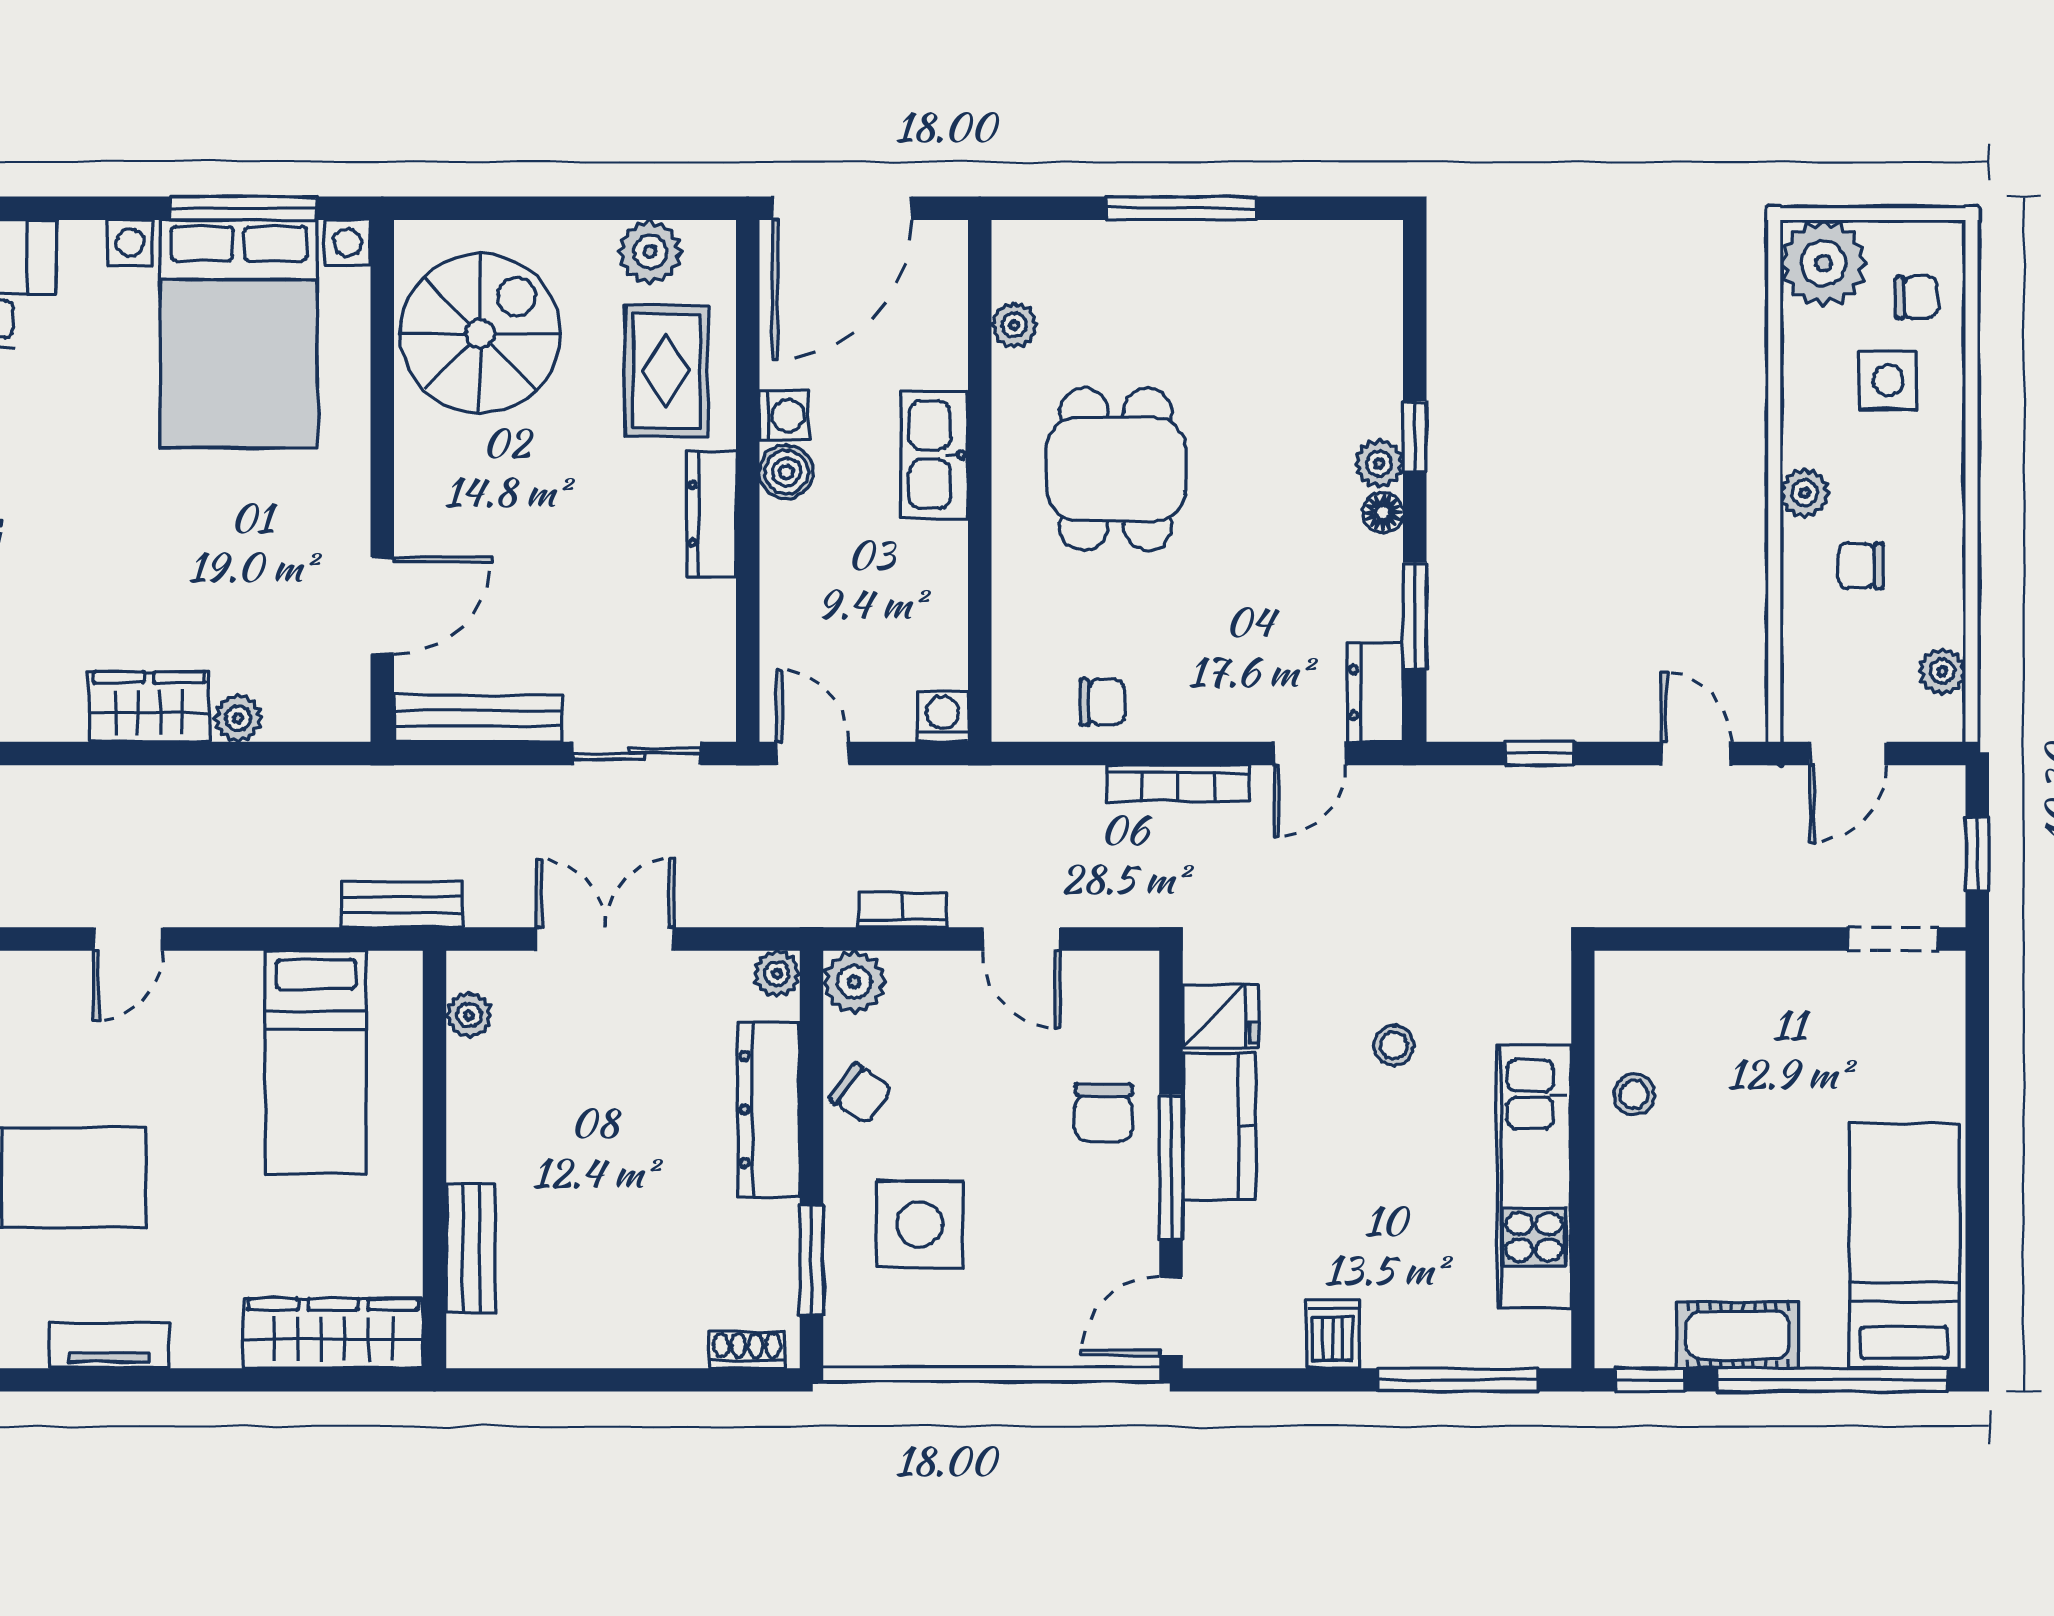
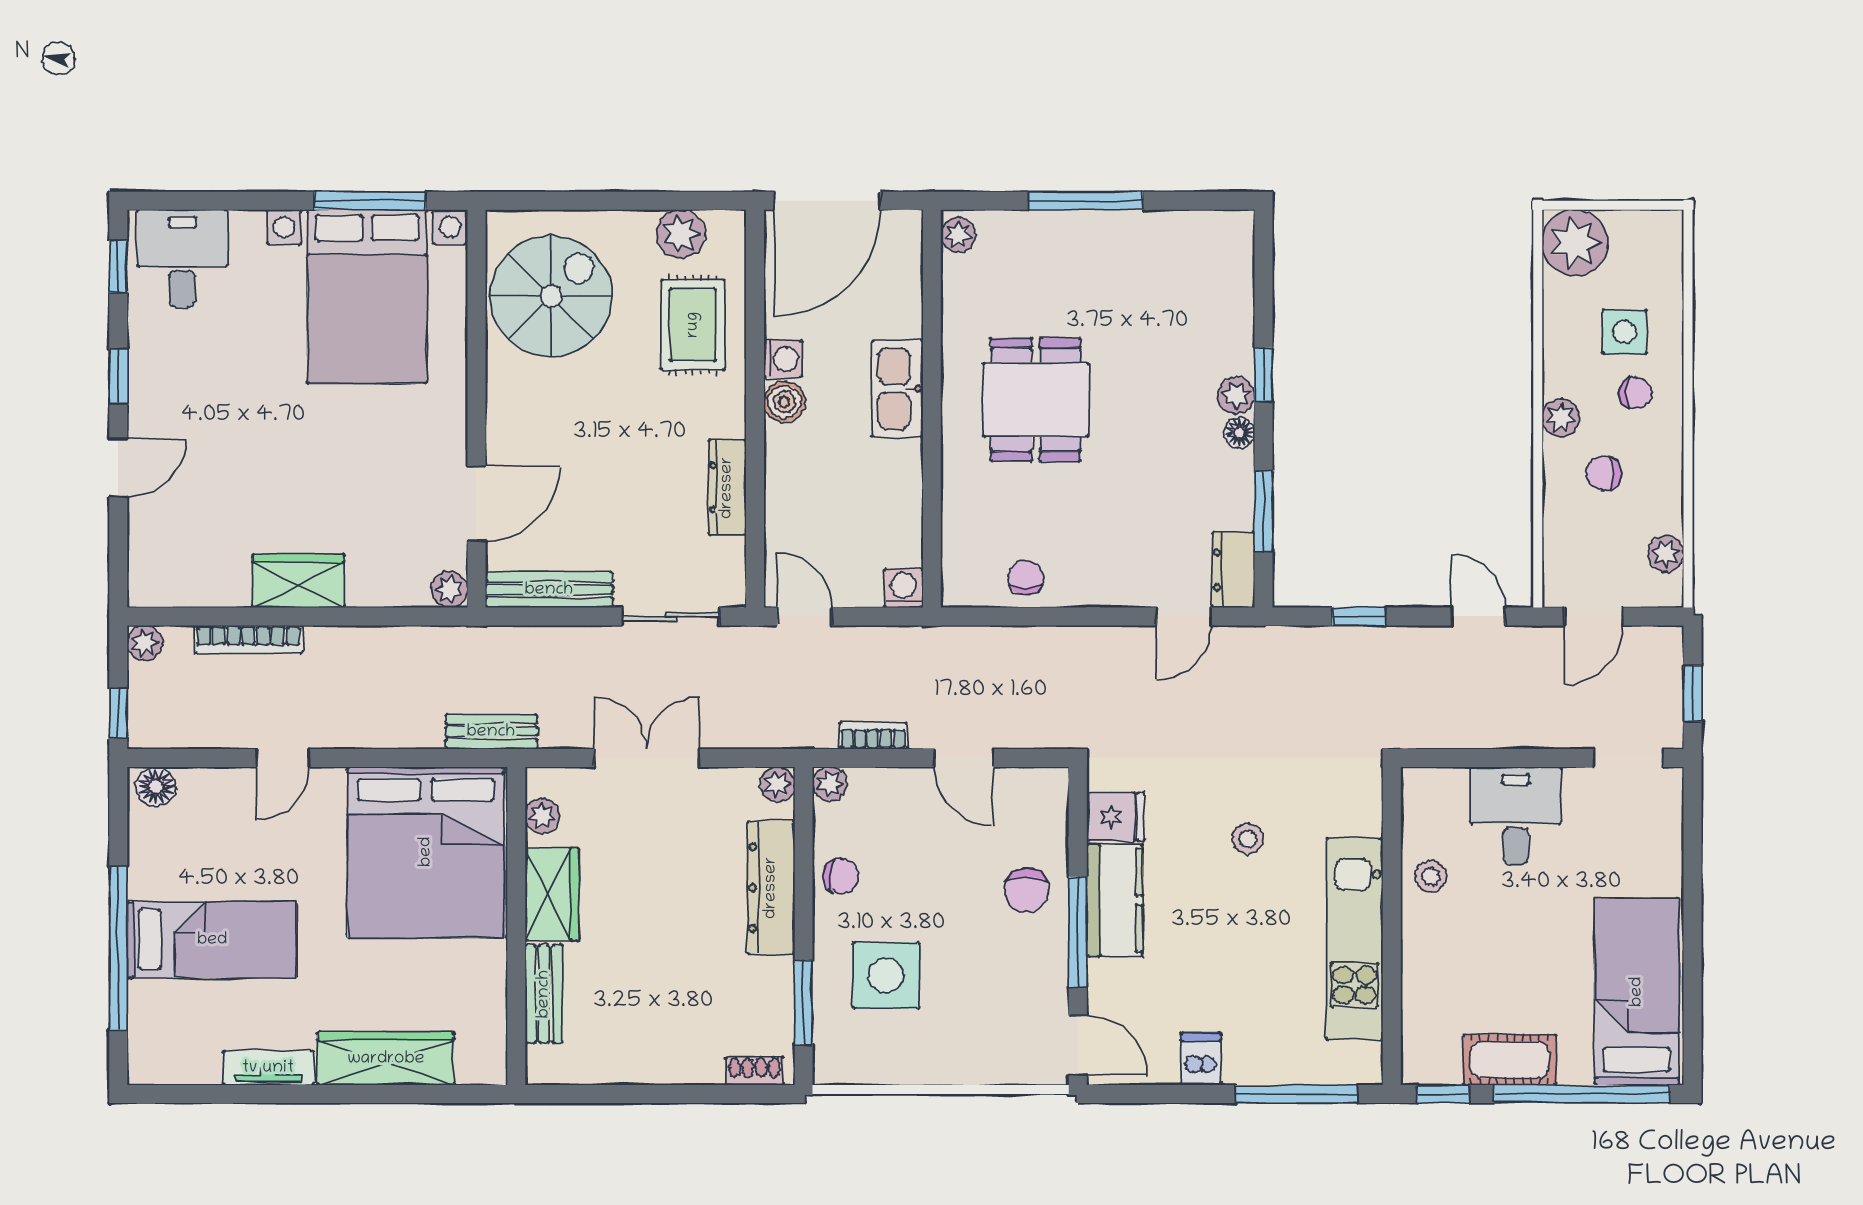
chair: (1917, 298) -> (1635, 393), moved
plant: (1014, 325) -> (958, 235), moved
dresser: (711, 514) -> (727, 488), moved
chair: (1103, 702) -> (1026, 577), turned -90
plant: (238, 718) -> (449, 589), moved
bookcase: (1178, 783) -> (248, 639), moved
plant: (854, 982) -> (830, 784), width x0.73, depth x0.73
desk: (1746, 1015) -> (1516, 816), added
bed: (316, 1063) -> (426, 852), width x2.04
chair: (861, 1094) -> (841, 876), turned -35
wardrobe: (481, 1118) -> (552, 894), added
door: (1171, 1316) -> (1078, 1045), swing flipped
wardrobe: (333, 1334) -> (386, 1059), moved

